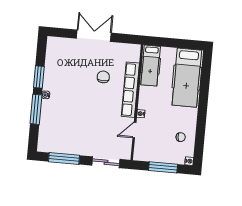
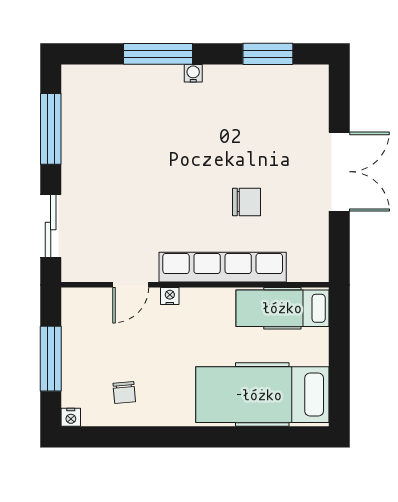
window: (39, 77) -> (268, 54), moved
door: (134, 130) -> (131, 285), swing flipped

